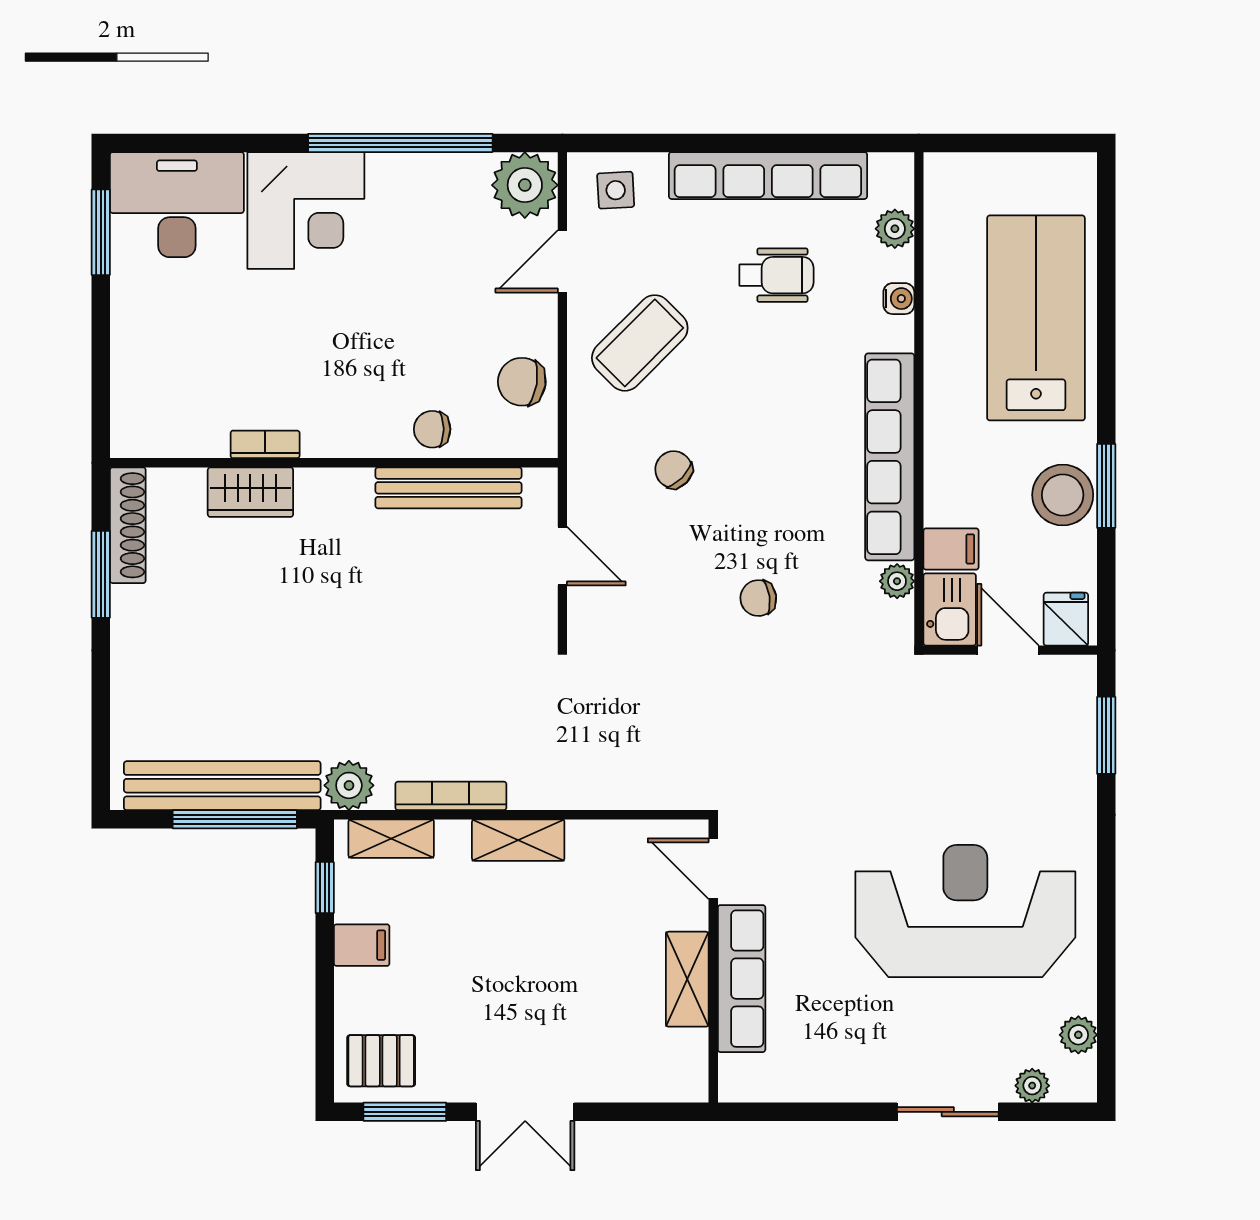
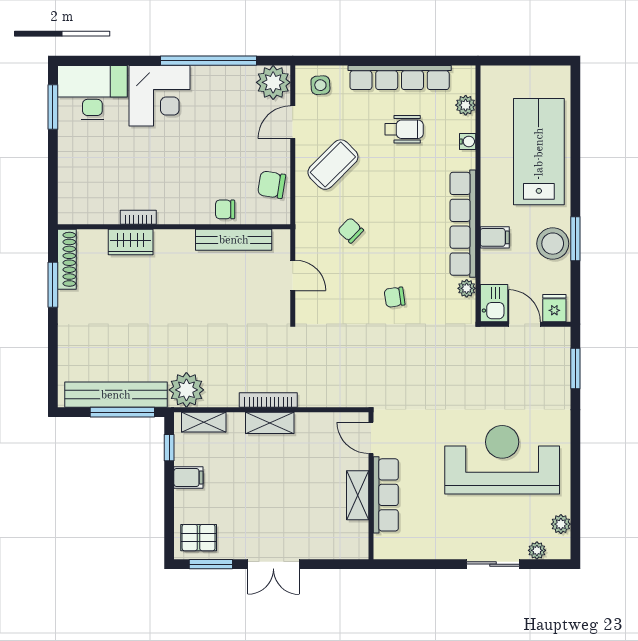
filing cabinet: (951, 549) -> (495, 237), moved
plant: (349, 785) -> (186, 390), width x1.36, depth x1.36
bookcase: (451, 796) -> (268, 400), moved

